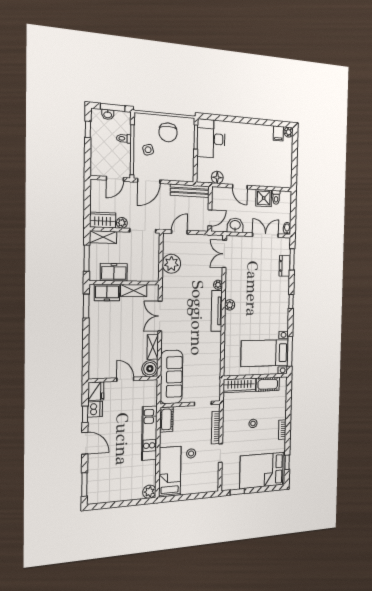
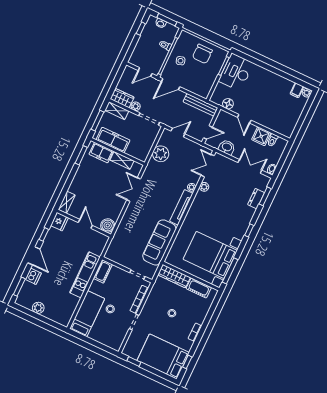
freezer: (114, 272) -> (113, 140), width x1.40
plant: (230, 305) -> (204, 187), moved
shelving: (153, 347) -> (67, 202), moved
bed with nightstands: (265, 353) -> (210, 255), width x1.36
sofa: (171, 377) -> (159, 242), moved, turned 180
dishwasher: (95, 409) -> (33, 276), moved
plant: (149, 492) -> (38, 308), moved

